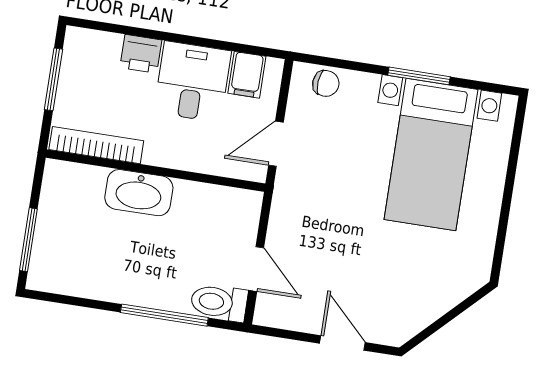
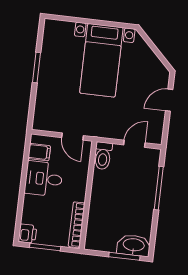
printer: (141, 54) -> (28, 234), moved
chair: (326, 83) -> (42, 113), removed
bed with nightstands: (431, 154) -> (101, 60), moved, turned 90
washbasin: (139, 193) -> (134, 245), moved, turned -90
toilet: (219, 302) -> (103, 156), moved

